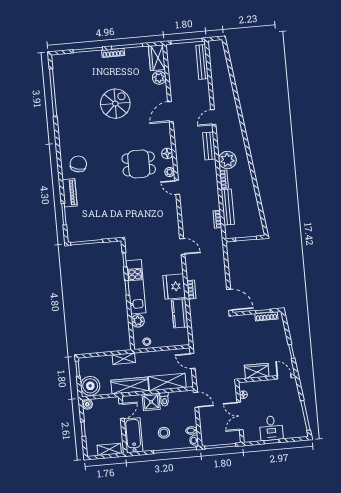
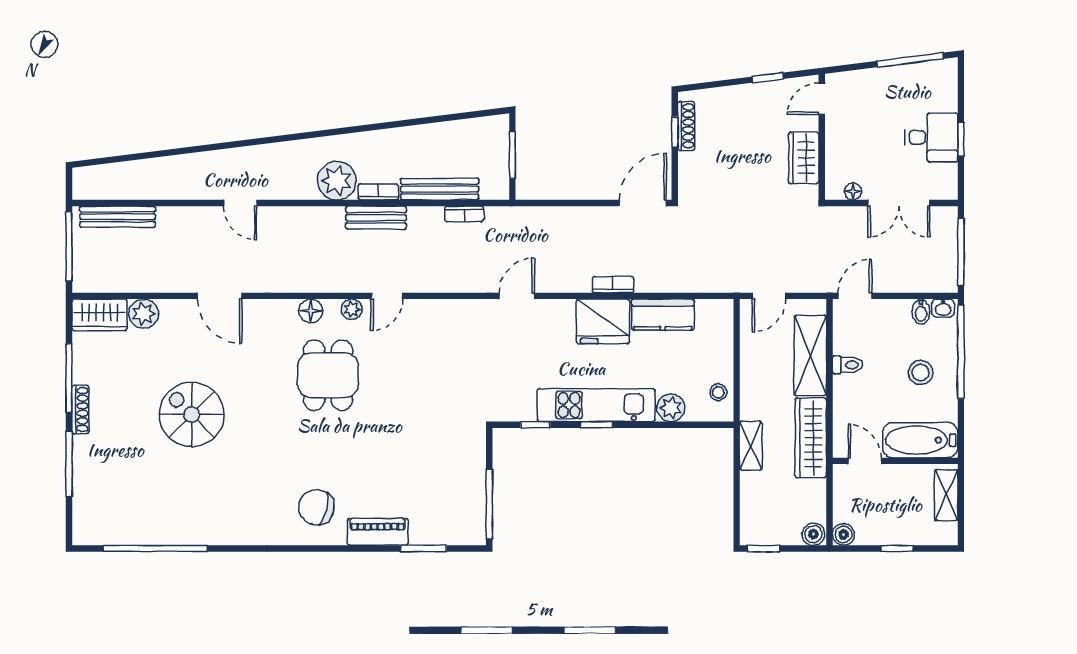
bench: (209, 146) -> (376, 218), moved
boiler: (90, 386) -> (813, 534), width x0.54, depth x0.54
shower: (151, 402) -> (851, 394), removed

